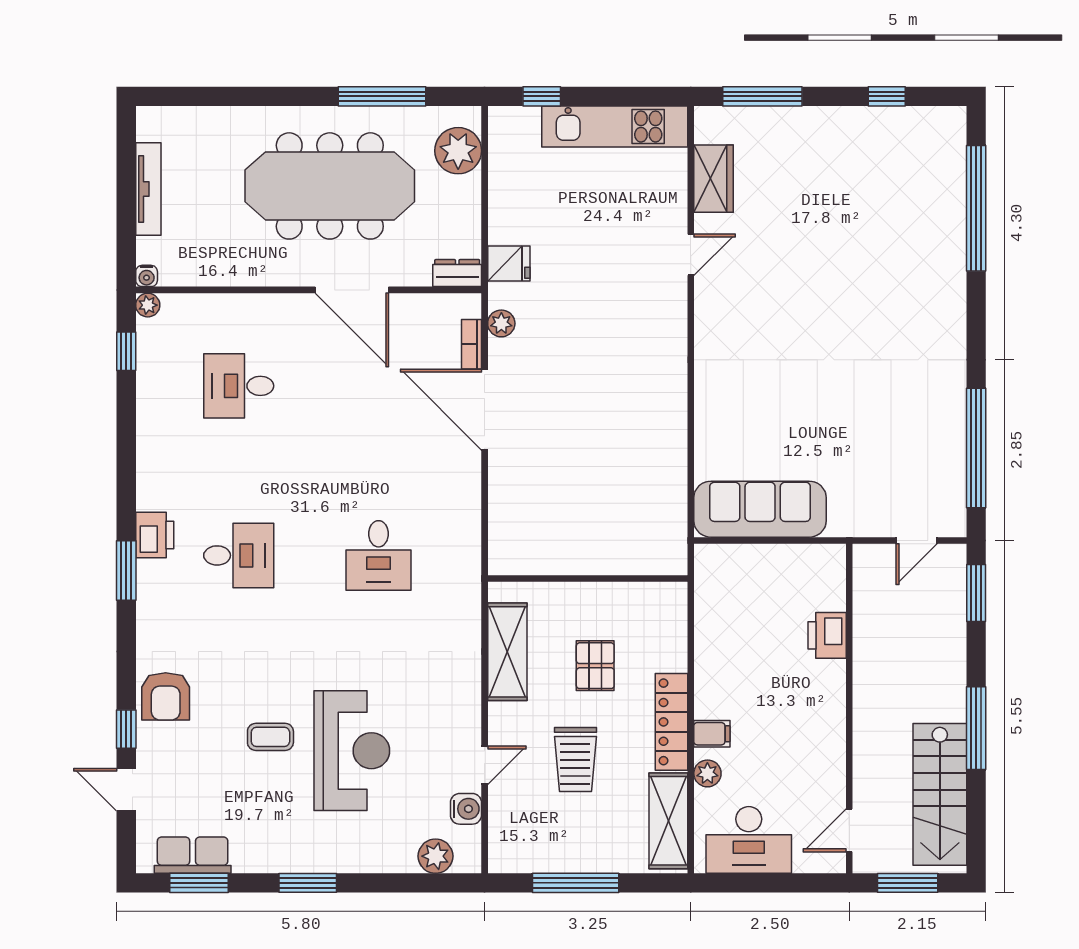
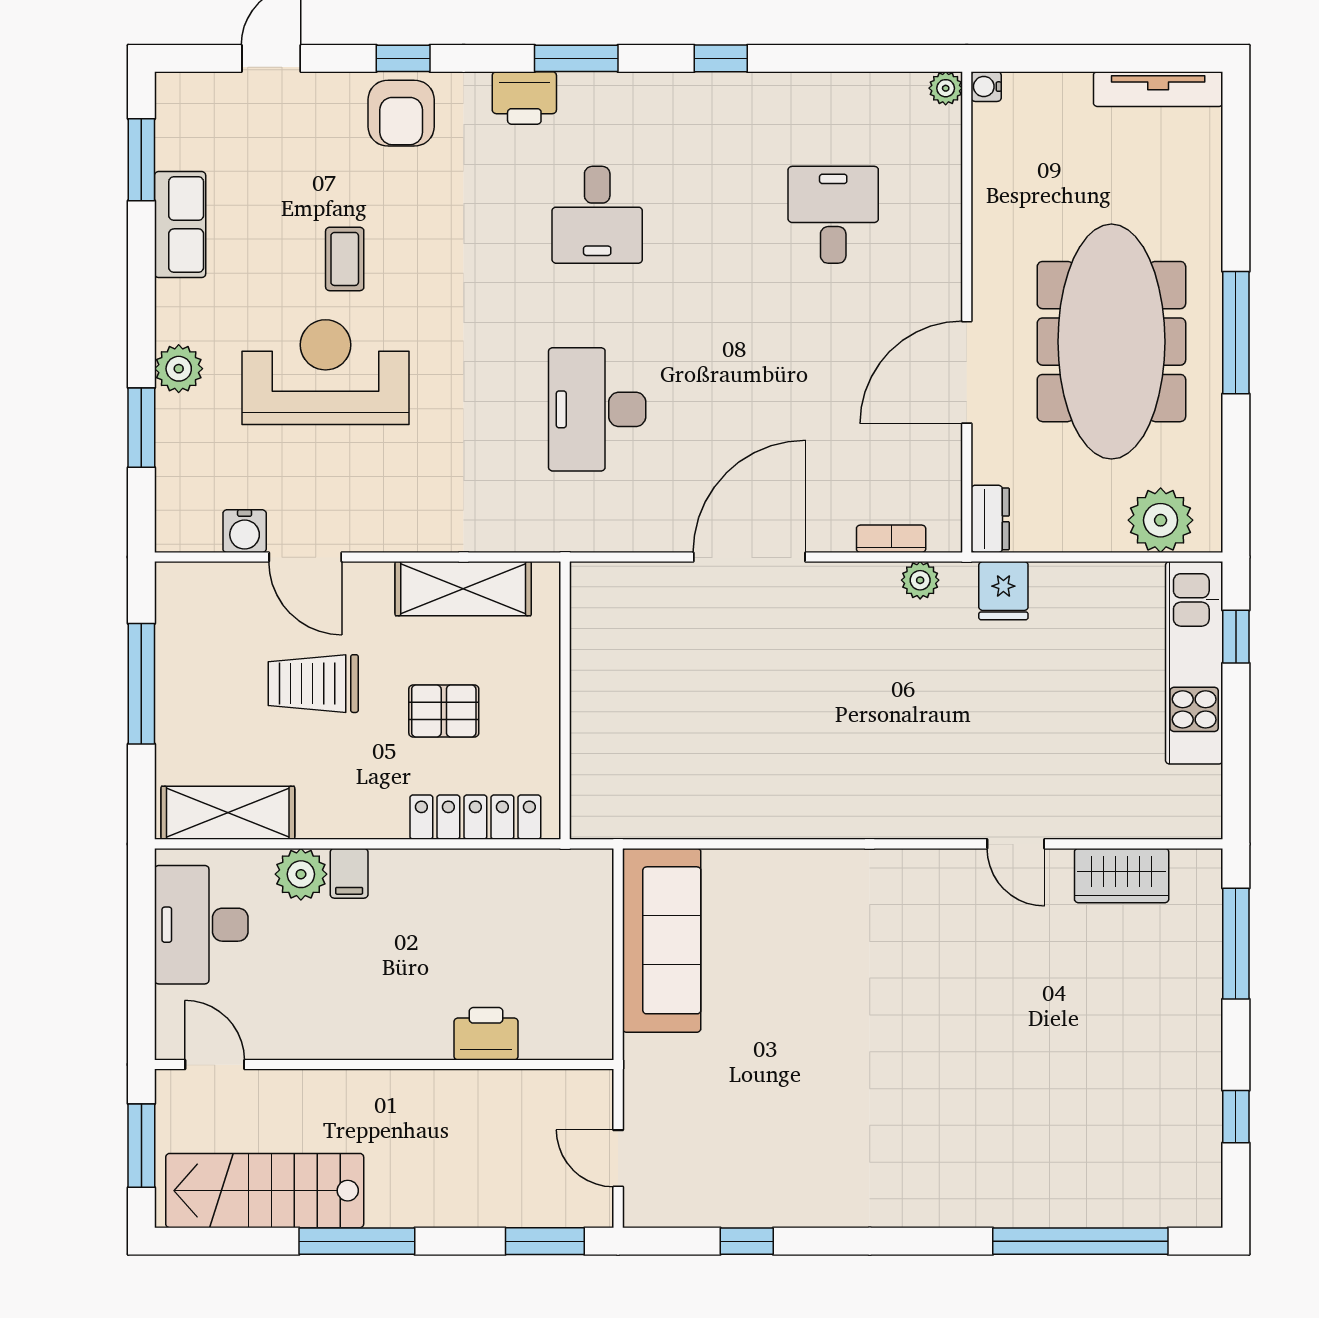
window: (382, 96) -> (1236, 333), moved
kitchen unit: (615, 127) -> (1194, 663), moved
tv unit: (148, 189) -> (1158, 89), moved
window: (126, 351) -> (721, 58), moved
door: (485, 410) -> (749, 557), moved
window: (976, 448) -> (747, 1241), width x0.32
printer: (155, 535) -> (524, 98), moved
desk: (379, 555) -> (597, 409), width x1.37
armchair: (166, 696) -> (401, 113), turned -90
locker: (671, 722) -> (475, 817), moved
window: (126, 729) -> (403, 58), moved
reception desk: (352, 751) -> (325, 372), turned 180
door: (485, 765) -> (305, 557), width x1.38
plant: (707, 773) -> (301, 874), width x1.38, depth x1.38
row of seats: (193, 855) -> (180, 225), moved
plant: (436, 856) -> (179, 369), moved
window: (308, 883) -> (141, 428), moved

